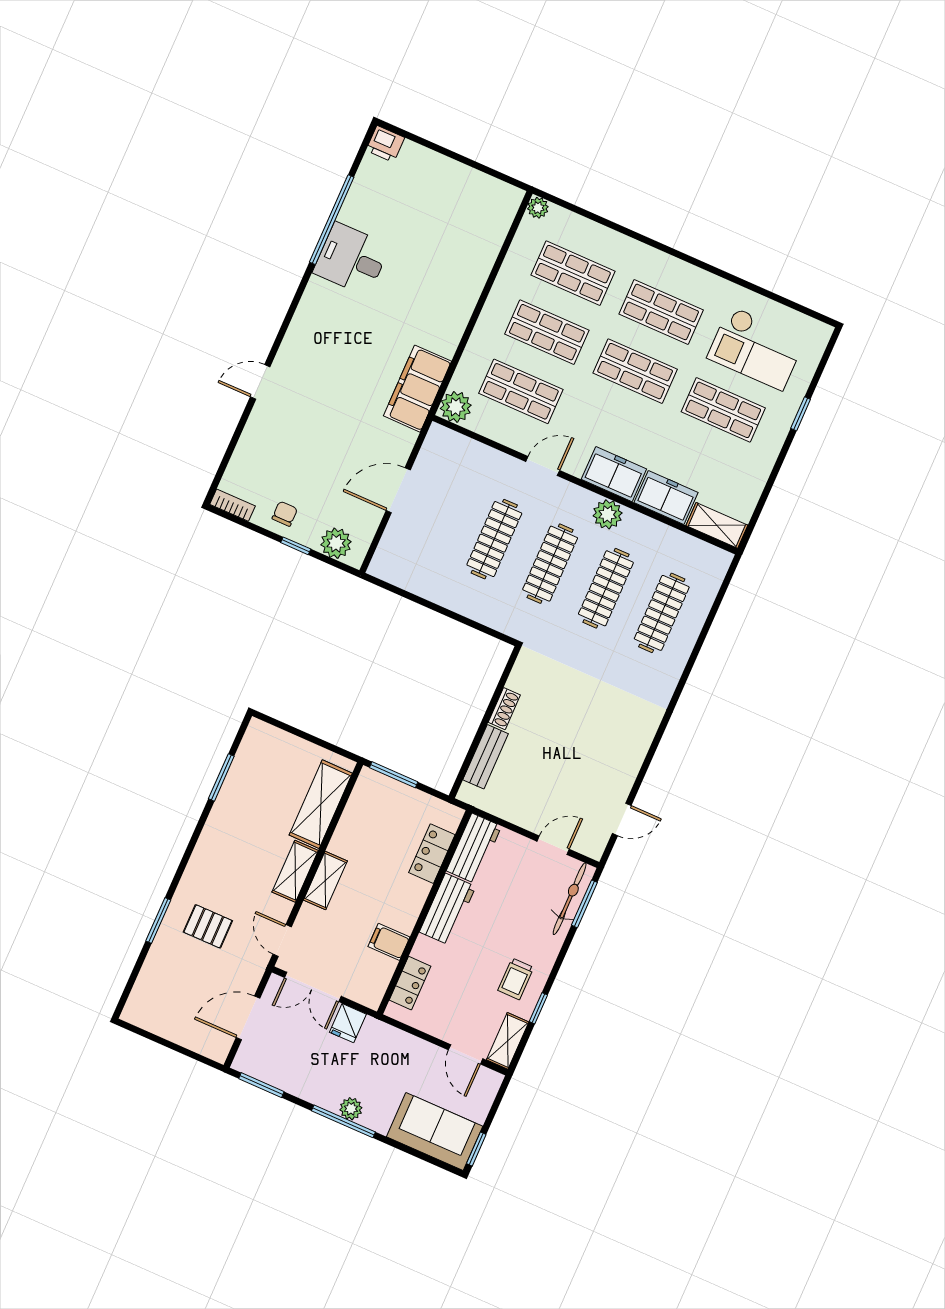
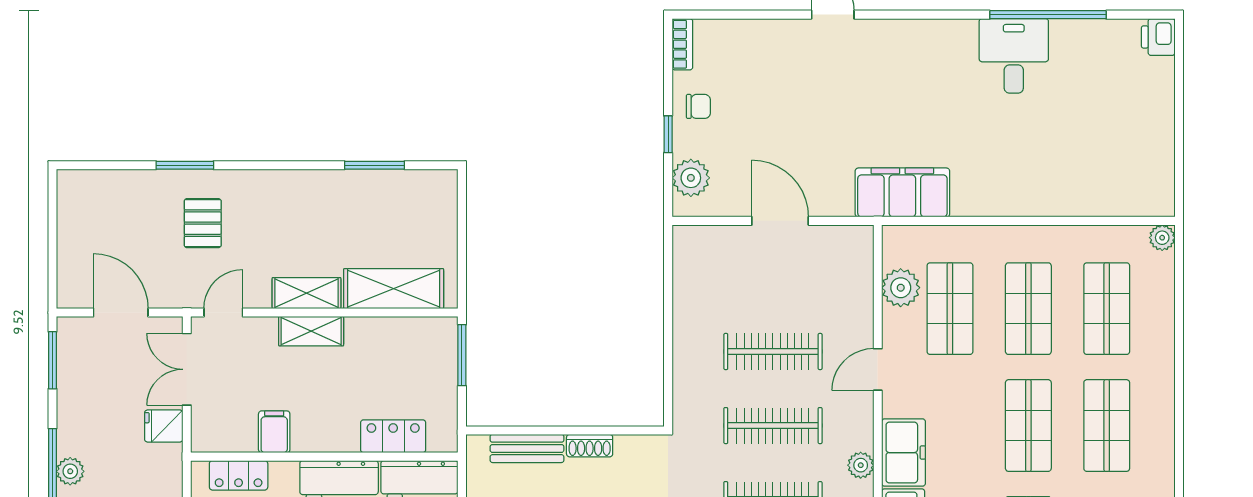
plant: (456, 407) -> (901, 288), moved
door: (543, 466) -> (878, 369), swing flipped
plant: (608, 514) -> (861, 465), width x0.73, depth x0.73

